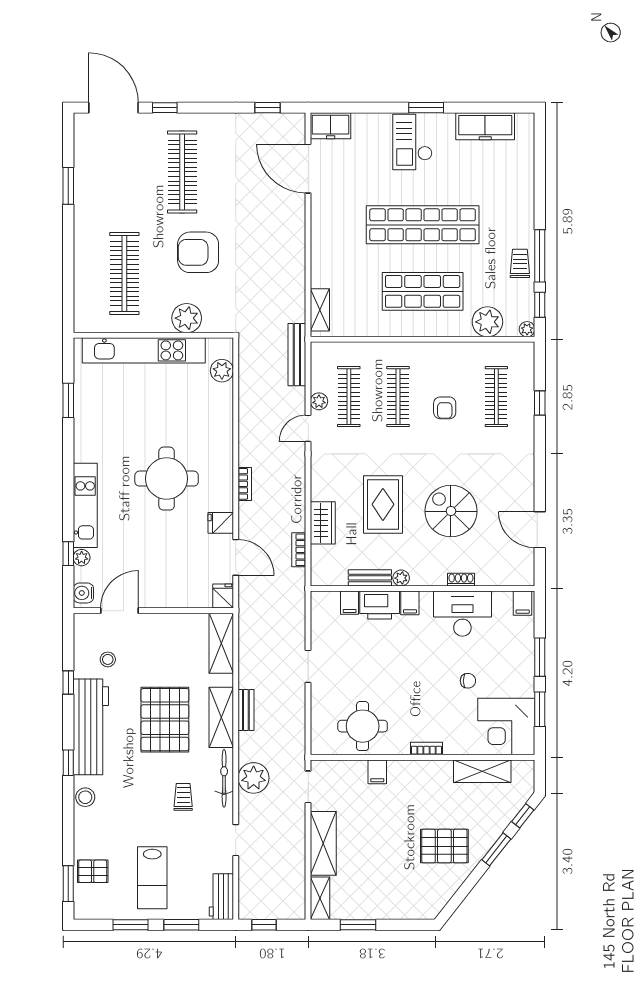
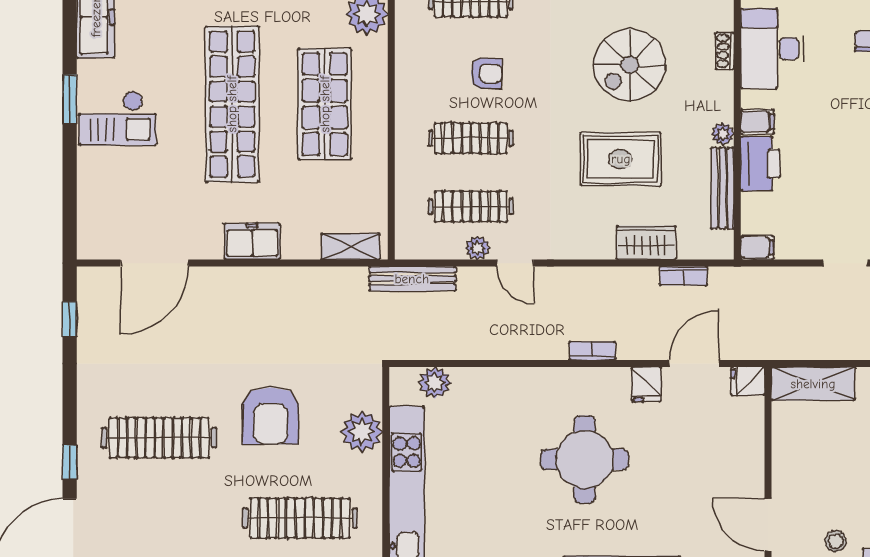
freezer: (331, 126) -> (252, 242), moved, turned -90
bench: (370, 578) -> (723, 188), width x1.36
filing cabinet: (350, 603) -> (757, 247), moved

